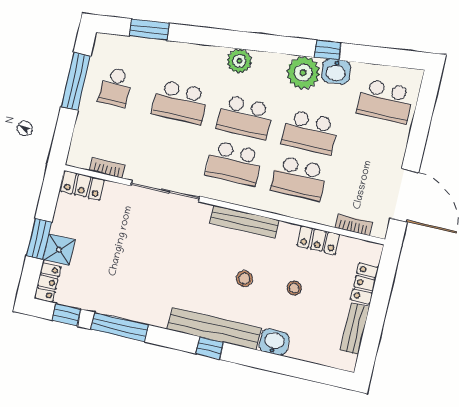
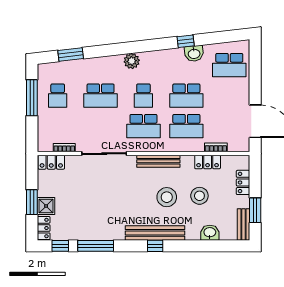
plant: (303, 73) -> (174, 59), removed
school desk: (245, 117) -> (143, 96), width x0.54
bookcase: (354, 225) -> (216, 147), moved
stool: (244, 279) -> (167, 197), width x1.89, depth x1.89
stool: (294, 288) -> (199, 196), width x1.89, depth x1.89
bench: (355, 329) -> (243, 224), moved
window: (373, 330) -> (255, 210), added
washbasin: (274, 342) -> (210, 233), moved

